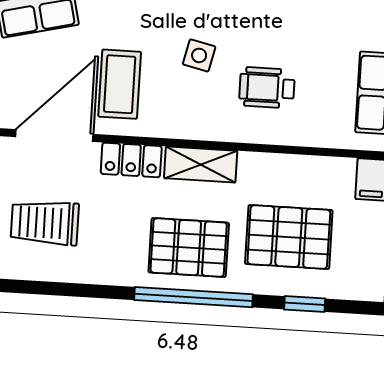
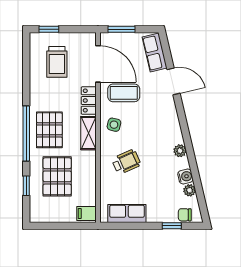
side table: (199, 55) -> (114, 125), moved
wheelchair: (267, 88) -> (126, 162), turned 66
trolley: (45, 223) -> (57, 62), turned 180

